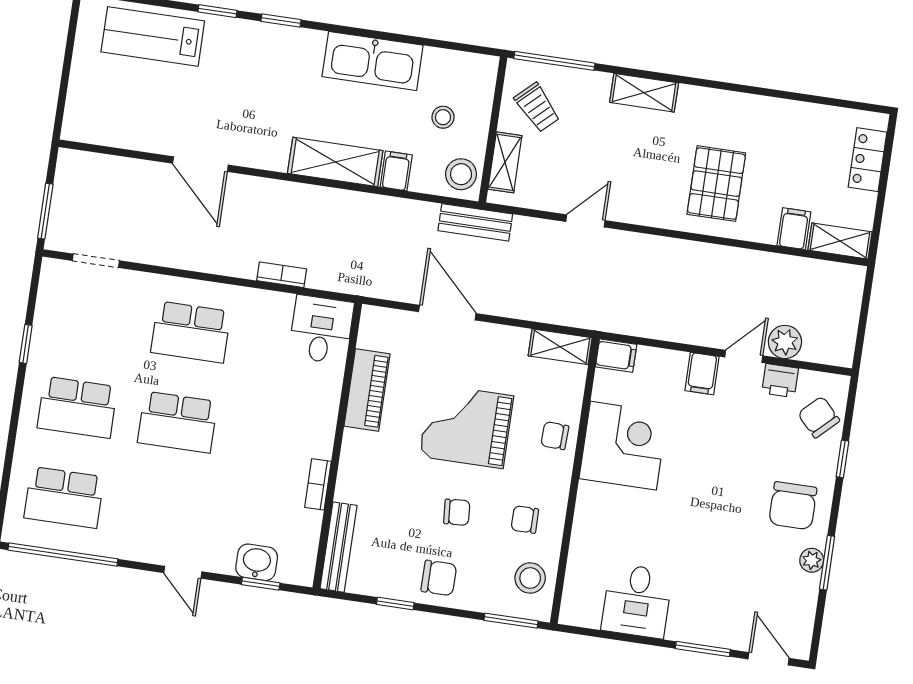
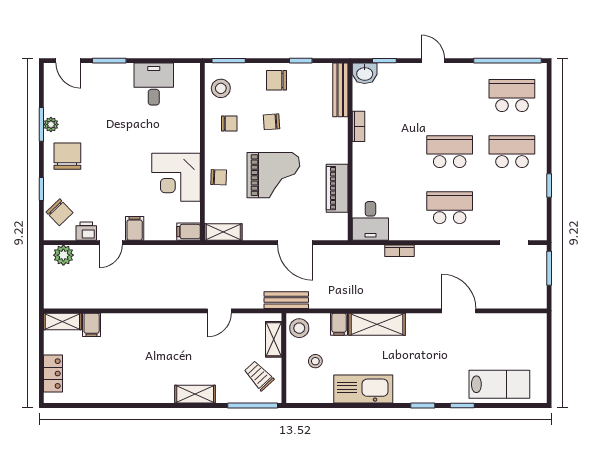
pallet: (716, 184) -> (143, 345), removed
plant: (785, 342) -> (63, 255), moved
washbasin: (257, 562) -> (365, 73), moved

